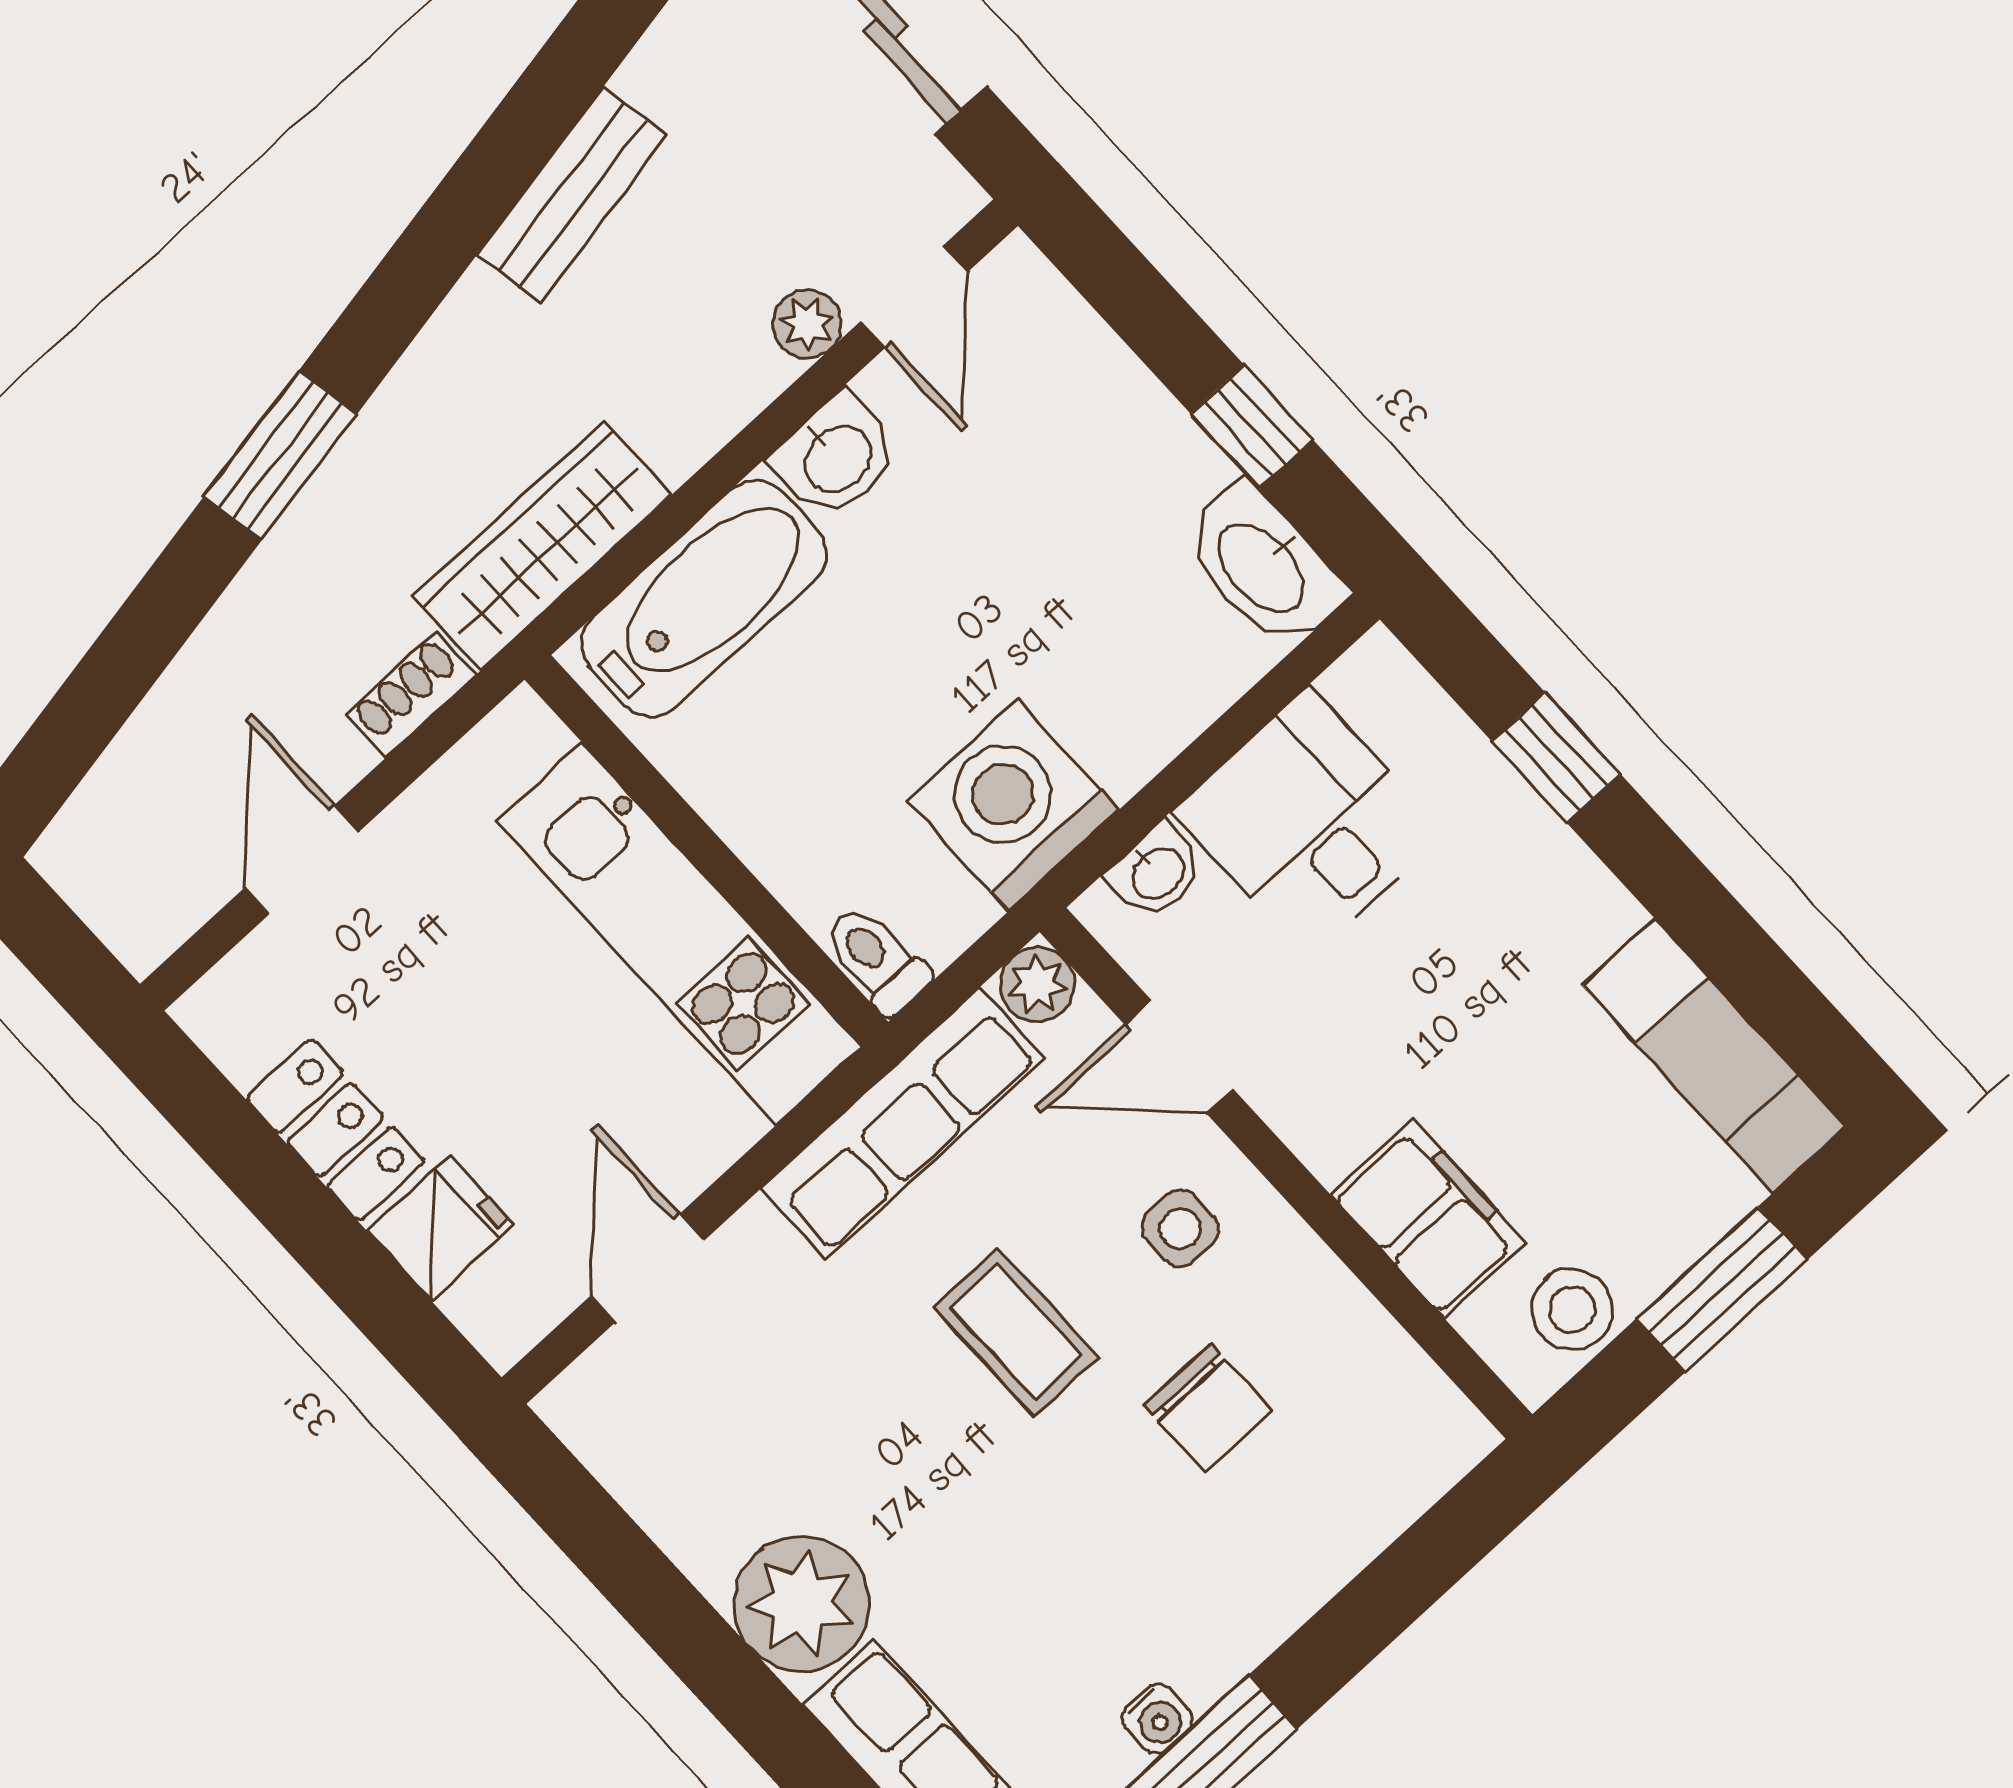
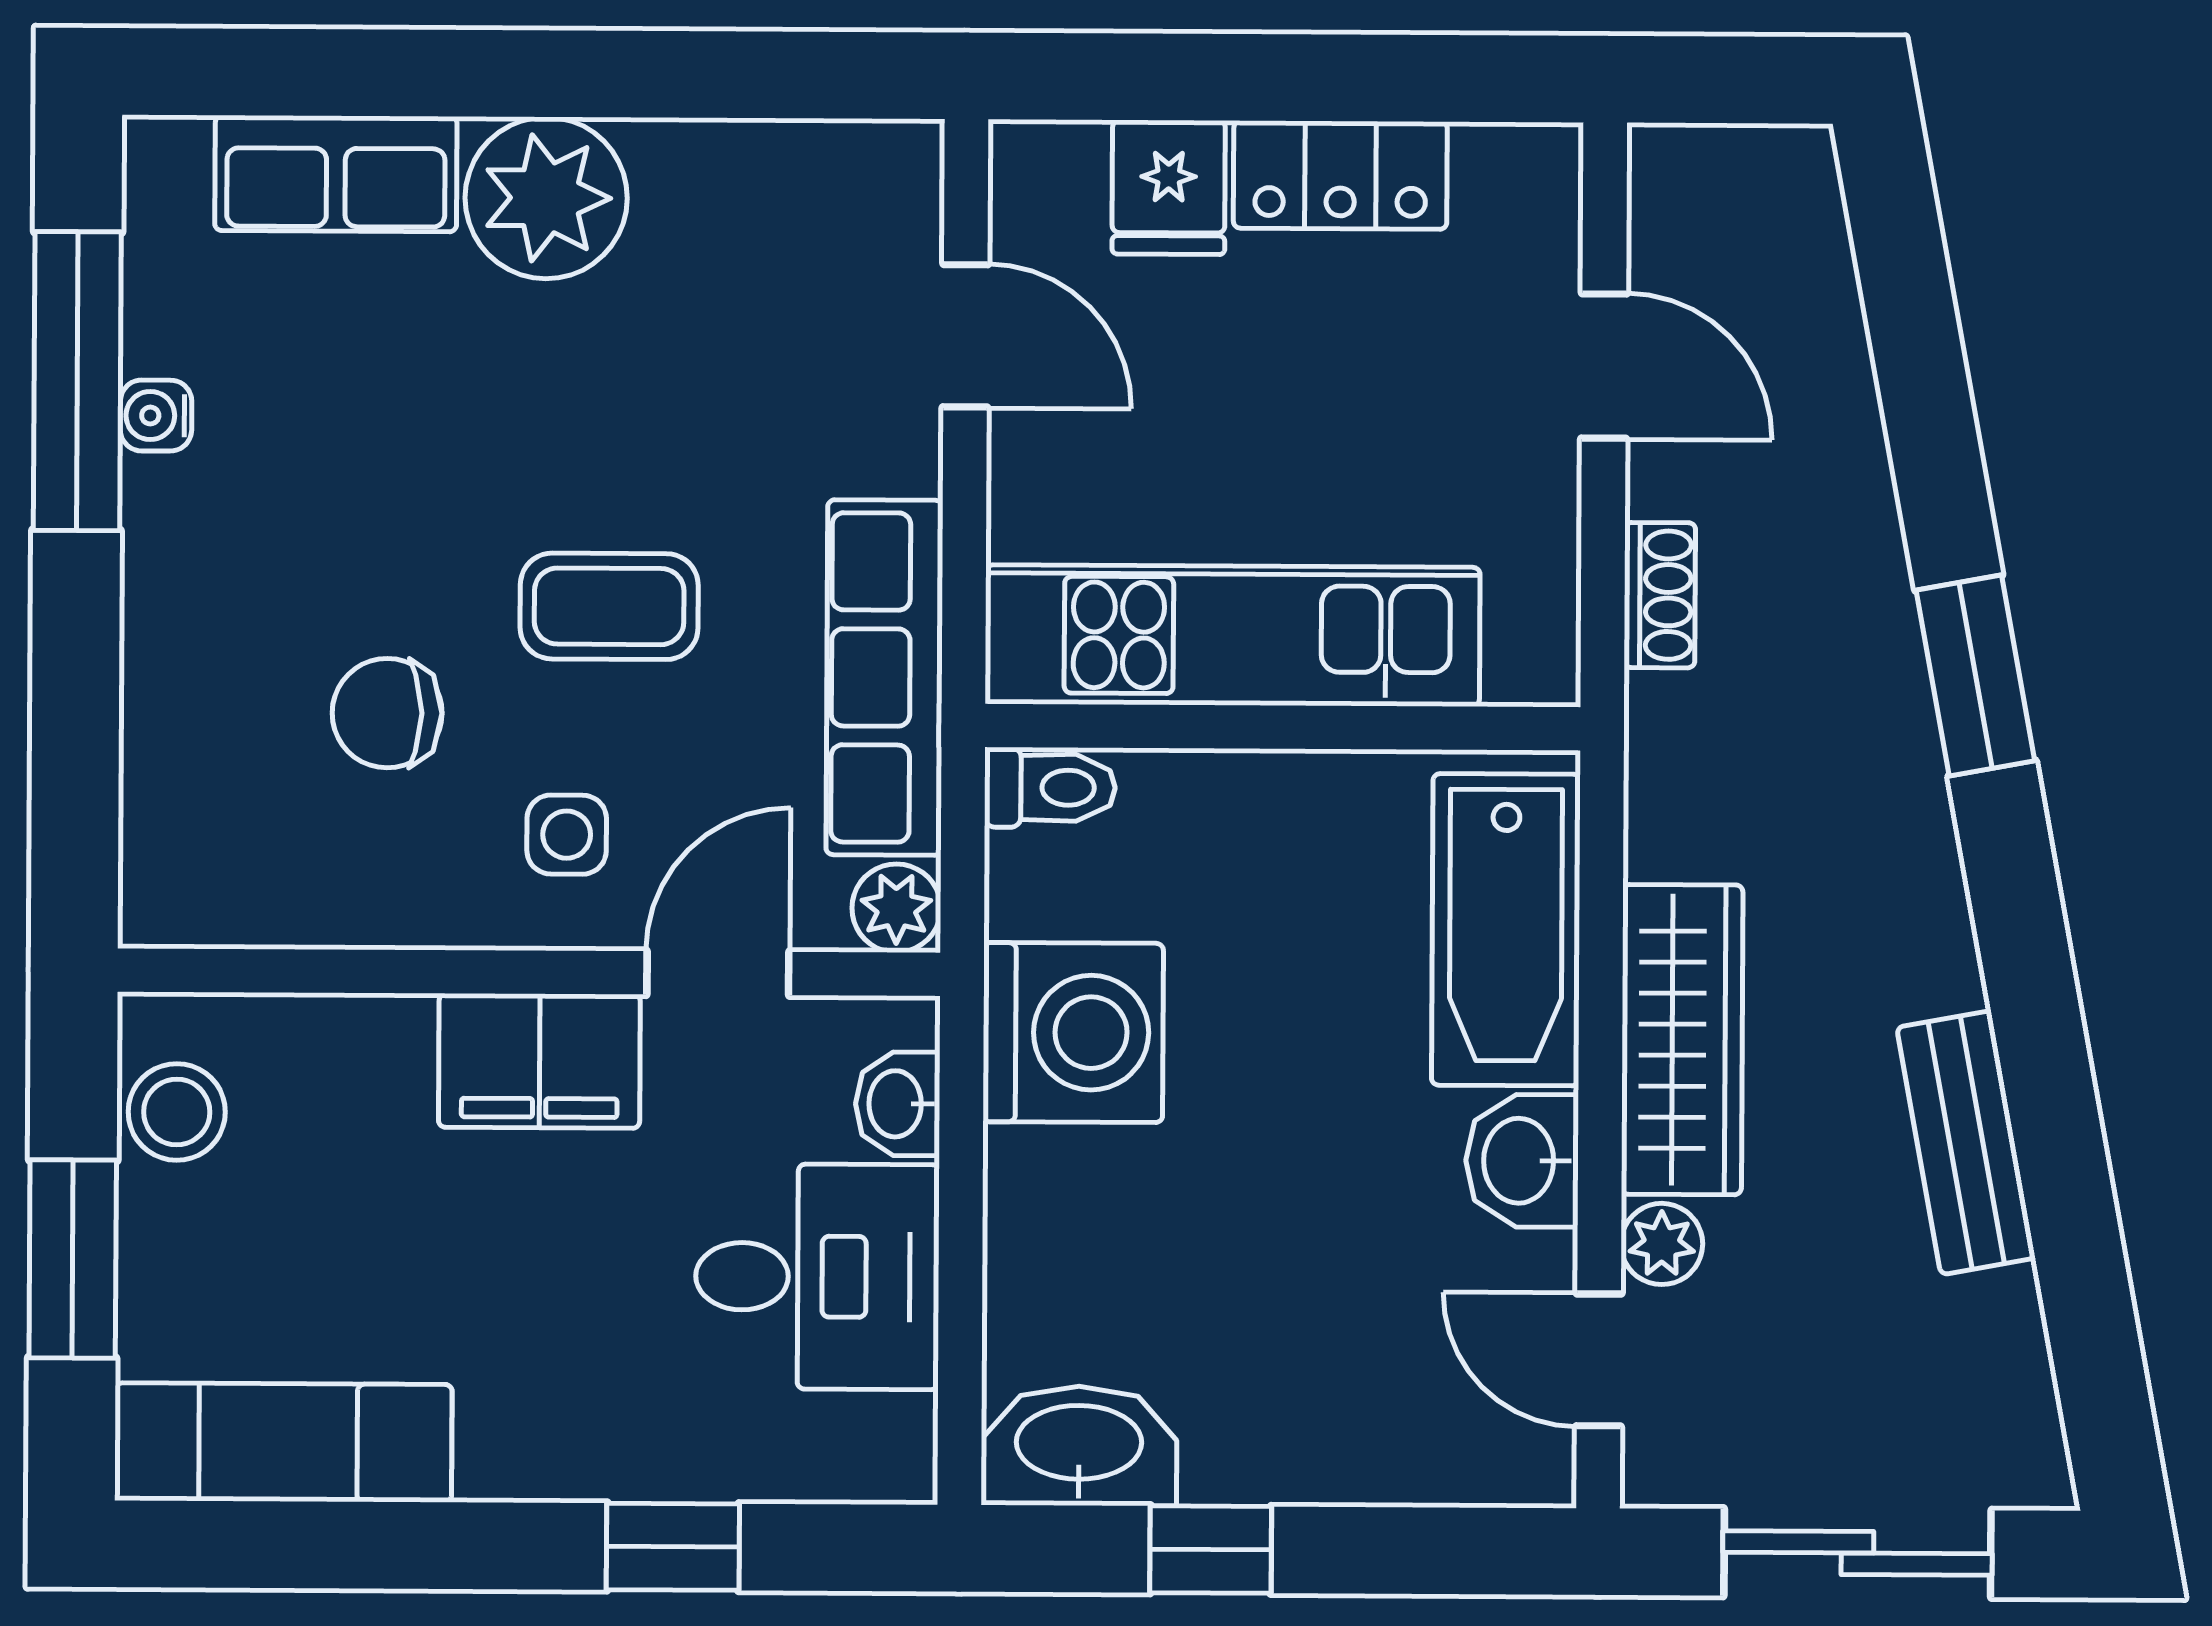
wardrobe: (542, 546) -> (1682, 1040), moved
filing cabinet: (1429, 1219) -> (539, 1061), moved

